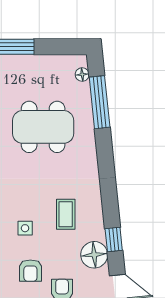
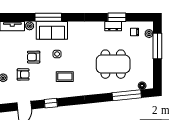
dining table: (43, 127) -> (113, 64), turned 90
floor lamp: (94, 255) -> (42, 92), removed

